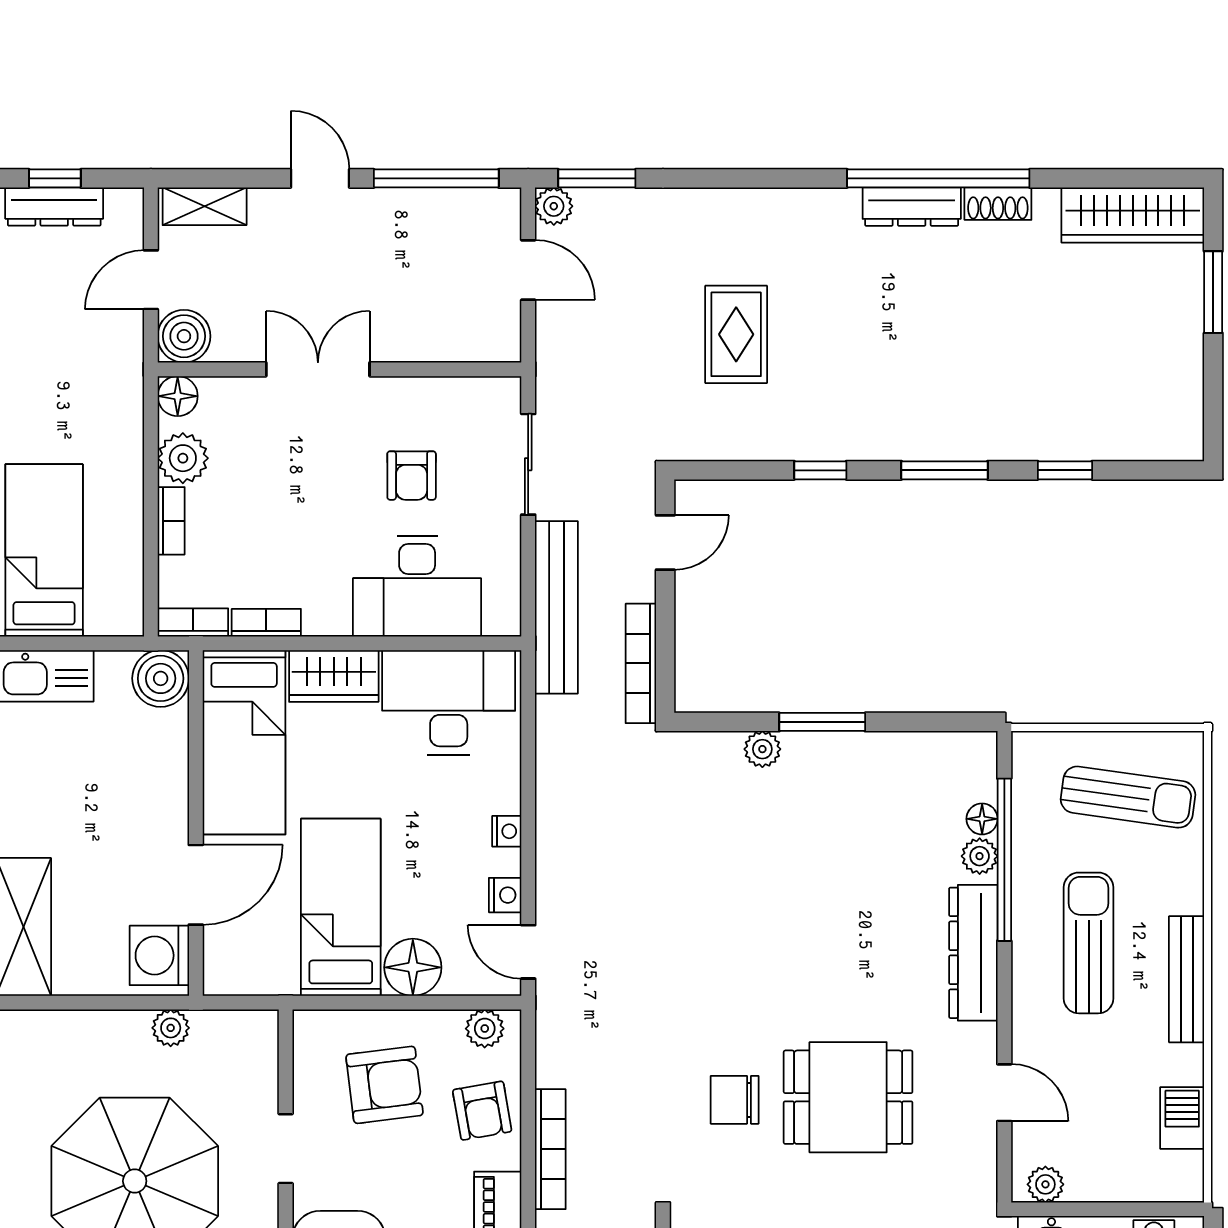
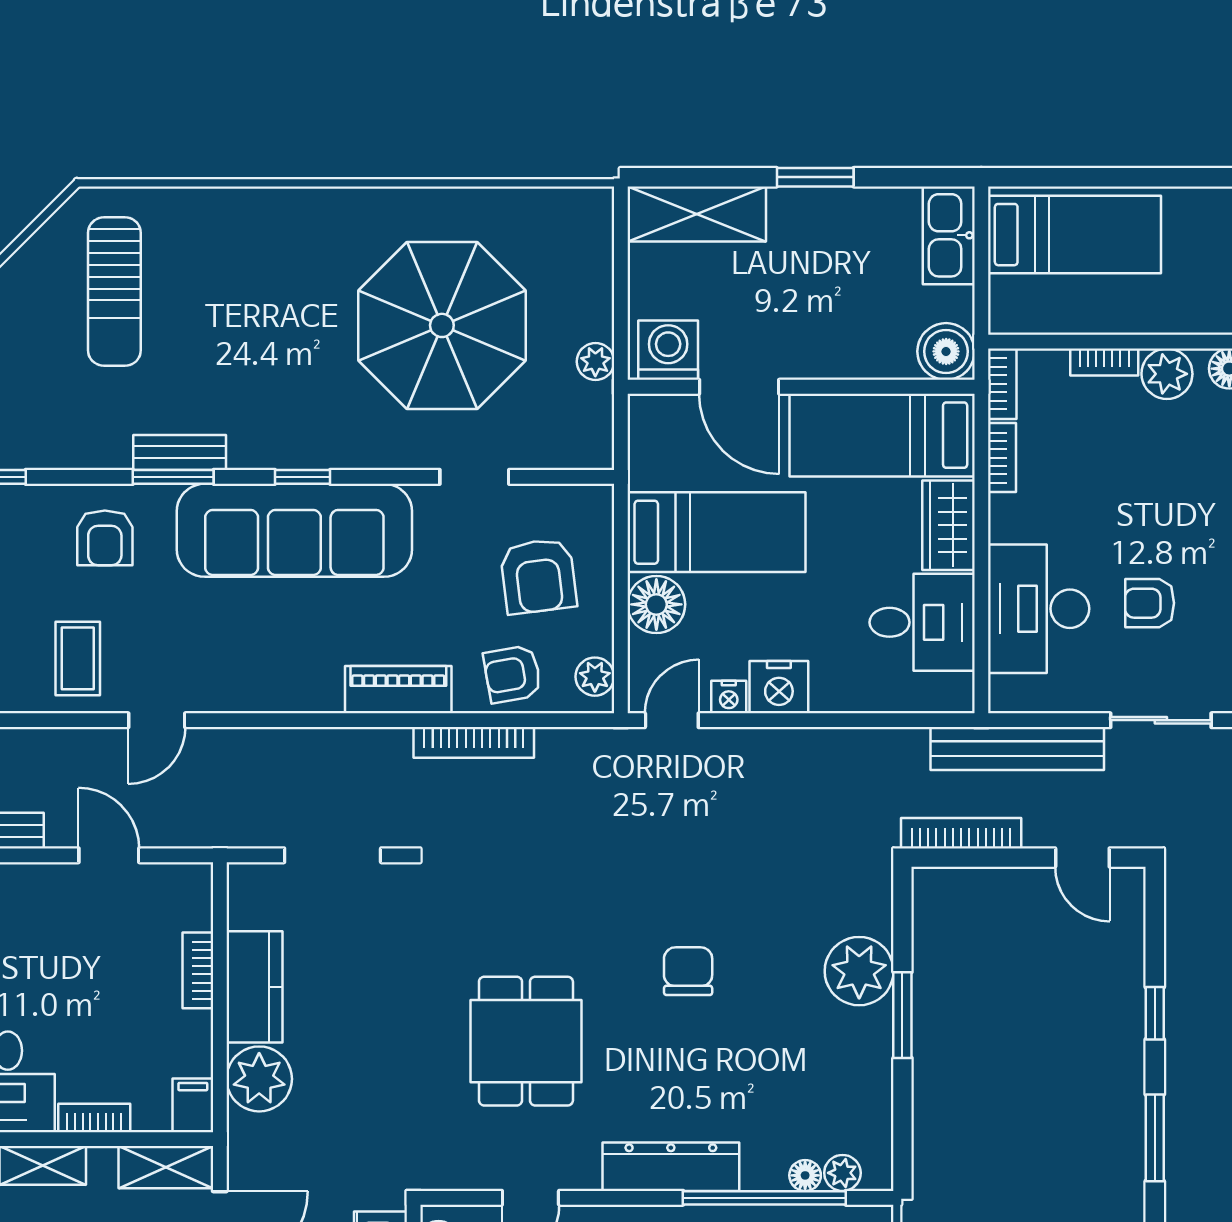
desk: (449, 702) -> (922, 622), width x0.73
plant: (762, 749) -> (859, 971), width x1.88, depth x1.88
nightstand: (507, 831) -> (779, 687), width x1.89, depth x1.79
plant: (980, 856) -> (842, 1173), moved
chair: (735, 1100) -> (688, 971), moved

